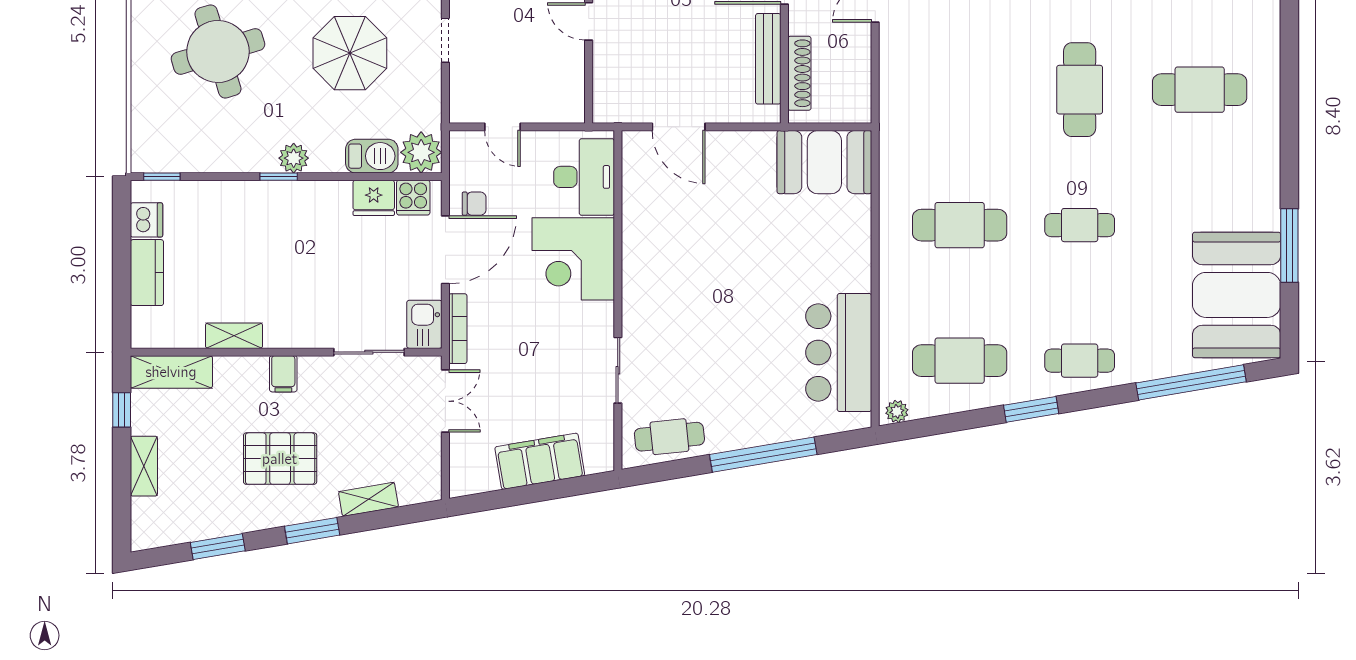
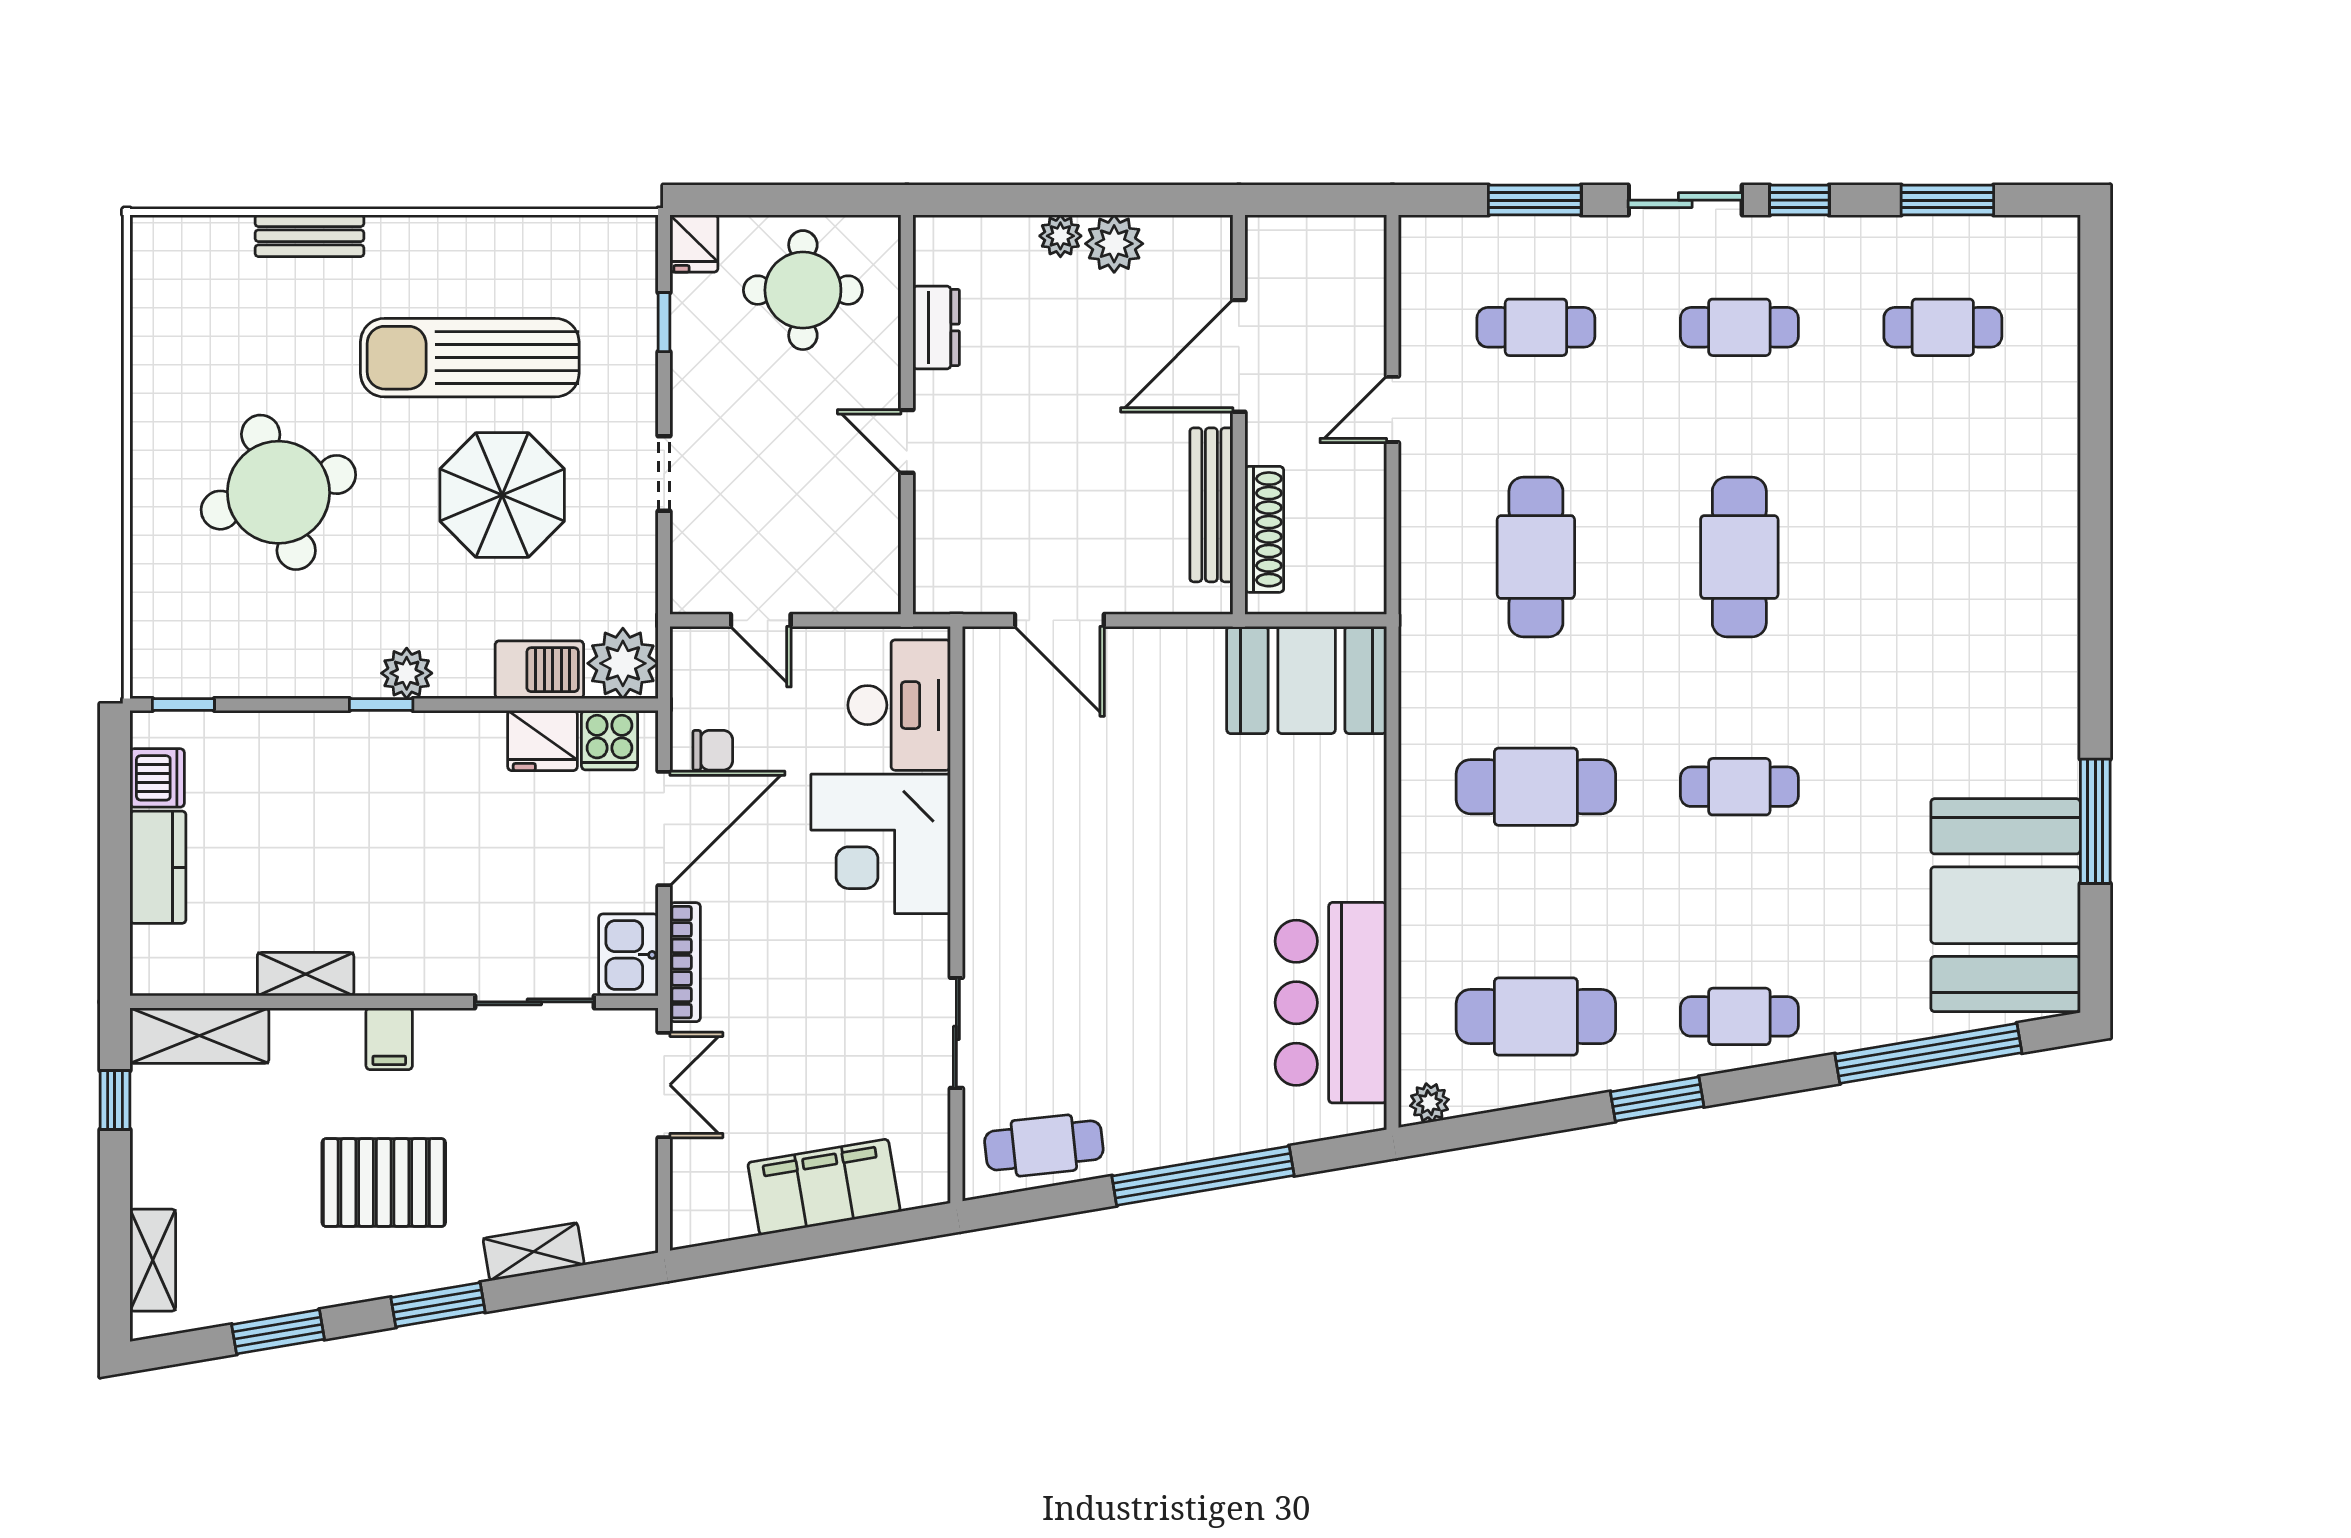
cafe table: (1200, 90) -> (1536, 557), moved, turned 90
shelving: (144, 466) -> (153, 1260), moved

